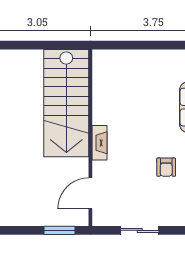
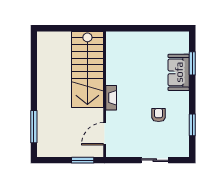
armchair: (166, 167) -> (159, 115), turned 180
sliding door: (140, 230) -> (155, 160), moved

